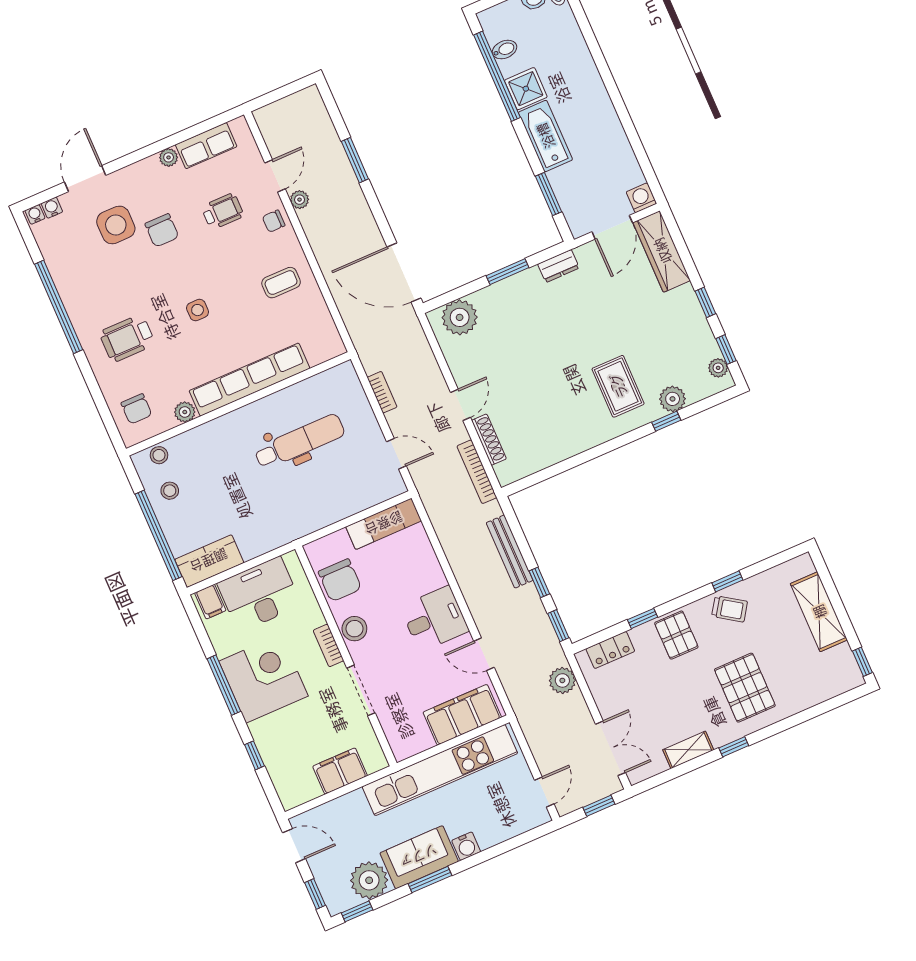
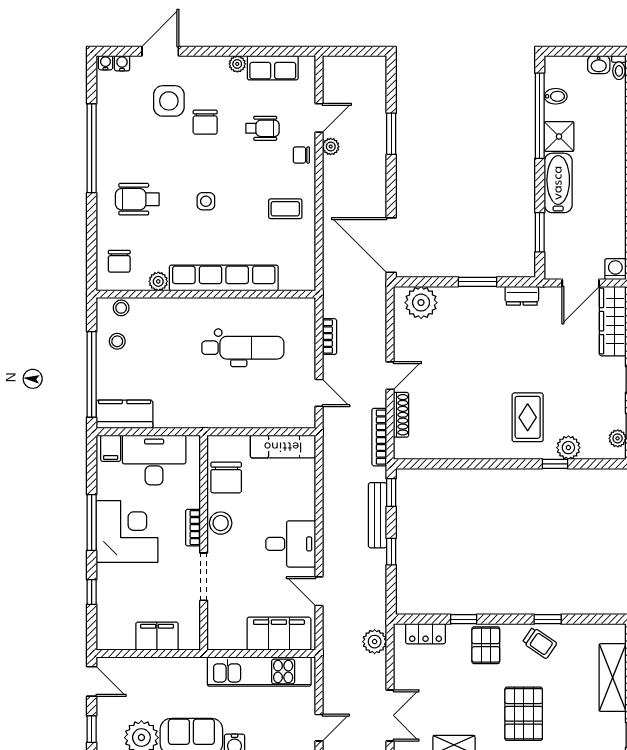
window: (558, 626) -> (391, 493), moved
kitchen unit: (440, 770) -> (259, 672), width x0.73

